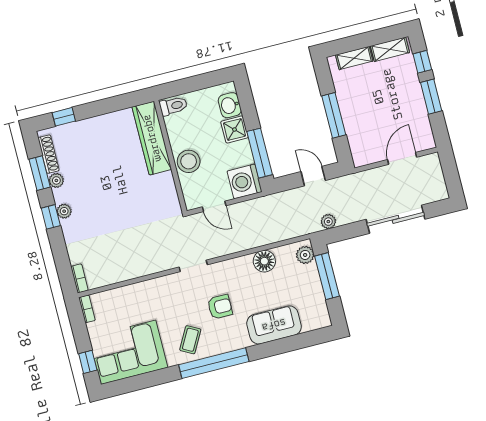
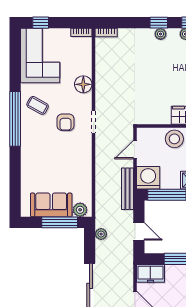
freezer: (361, 149) -> (150, 273), added
door: (313, 176) -> (139, 231), hinge flipped
bench: (264, 203) -> (127, 189), added
floor lamp: (264, 261) -> (83, 84), moved
armchair: (220, 307) -> (66, 122), moved
sofa: (274, 325) -> (51, 205), moved, turned -90

